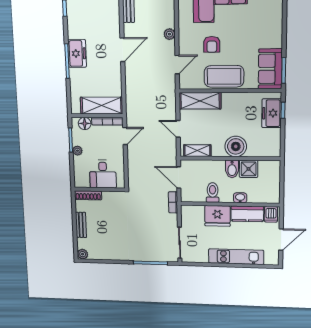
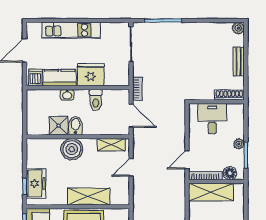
shelving: (200, 101) -> (89, 196), moved
door: (178, 129) -> (131, 167), swing flipped

